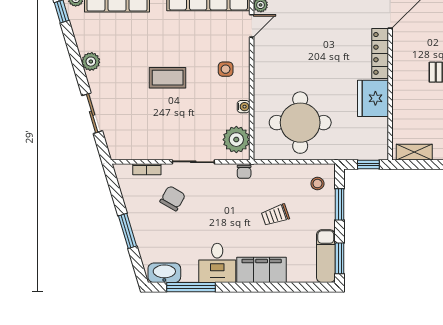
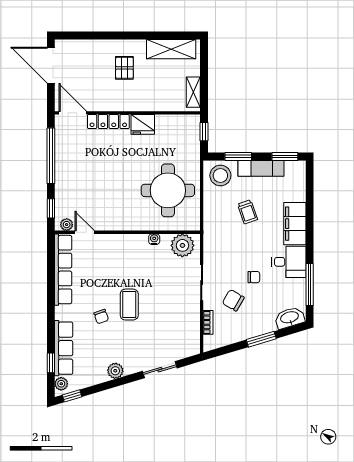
chair: (154, 45) -> (101, 317), added
side table: (226, 69) -> (122, 255), removed
fridge: (373, 98) -> (143, 124), width x0.73, depth x0.75
chair: (244, 172) -> (254, 277), moved
stool: (317, 184) -> (220, 175), width x1.89, depth x1.89
exam couch: (326, 256) -> (261, 168), moved
washbasin: (164, 273) -> (290, 318), moved, turned 73

